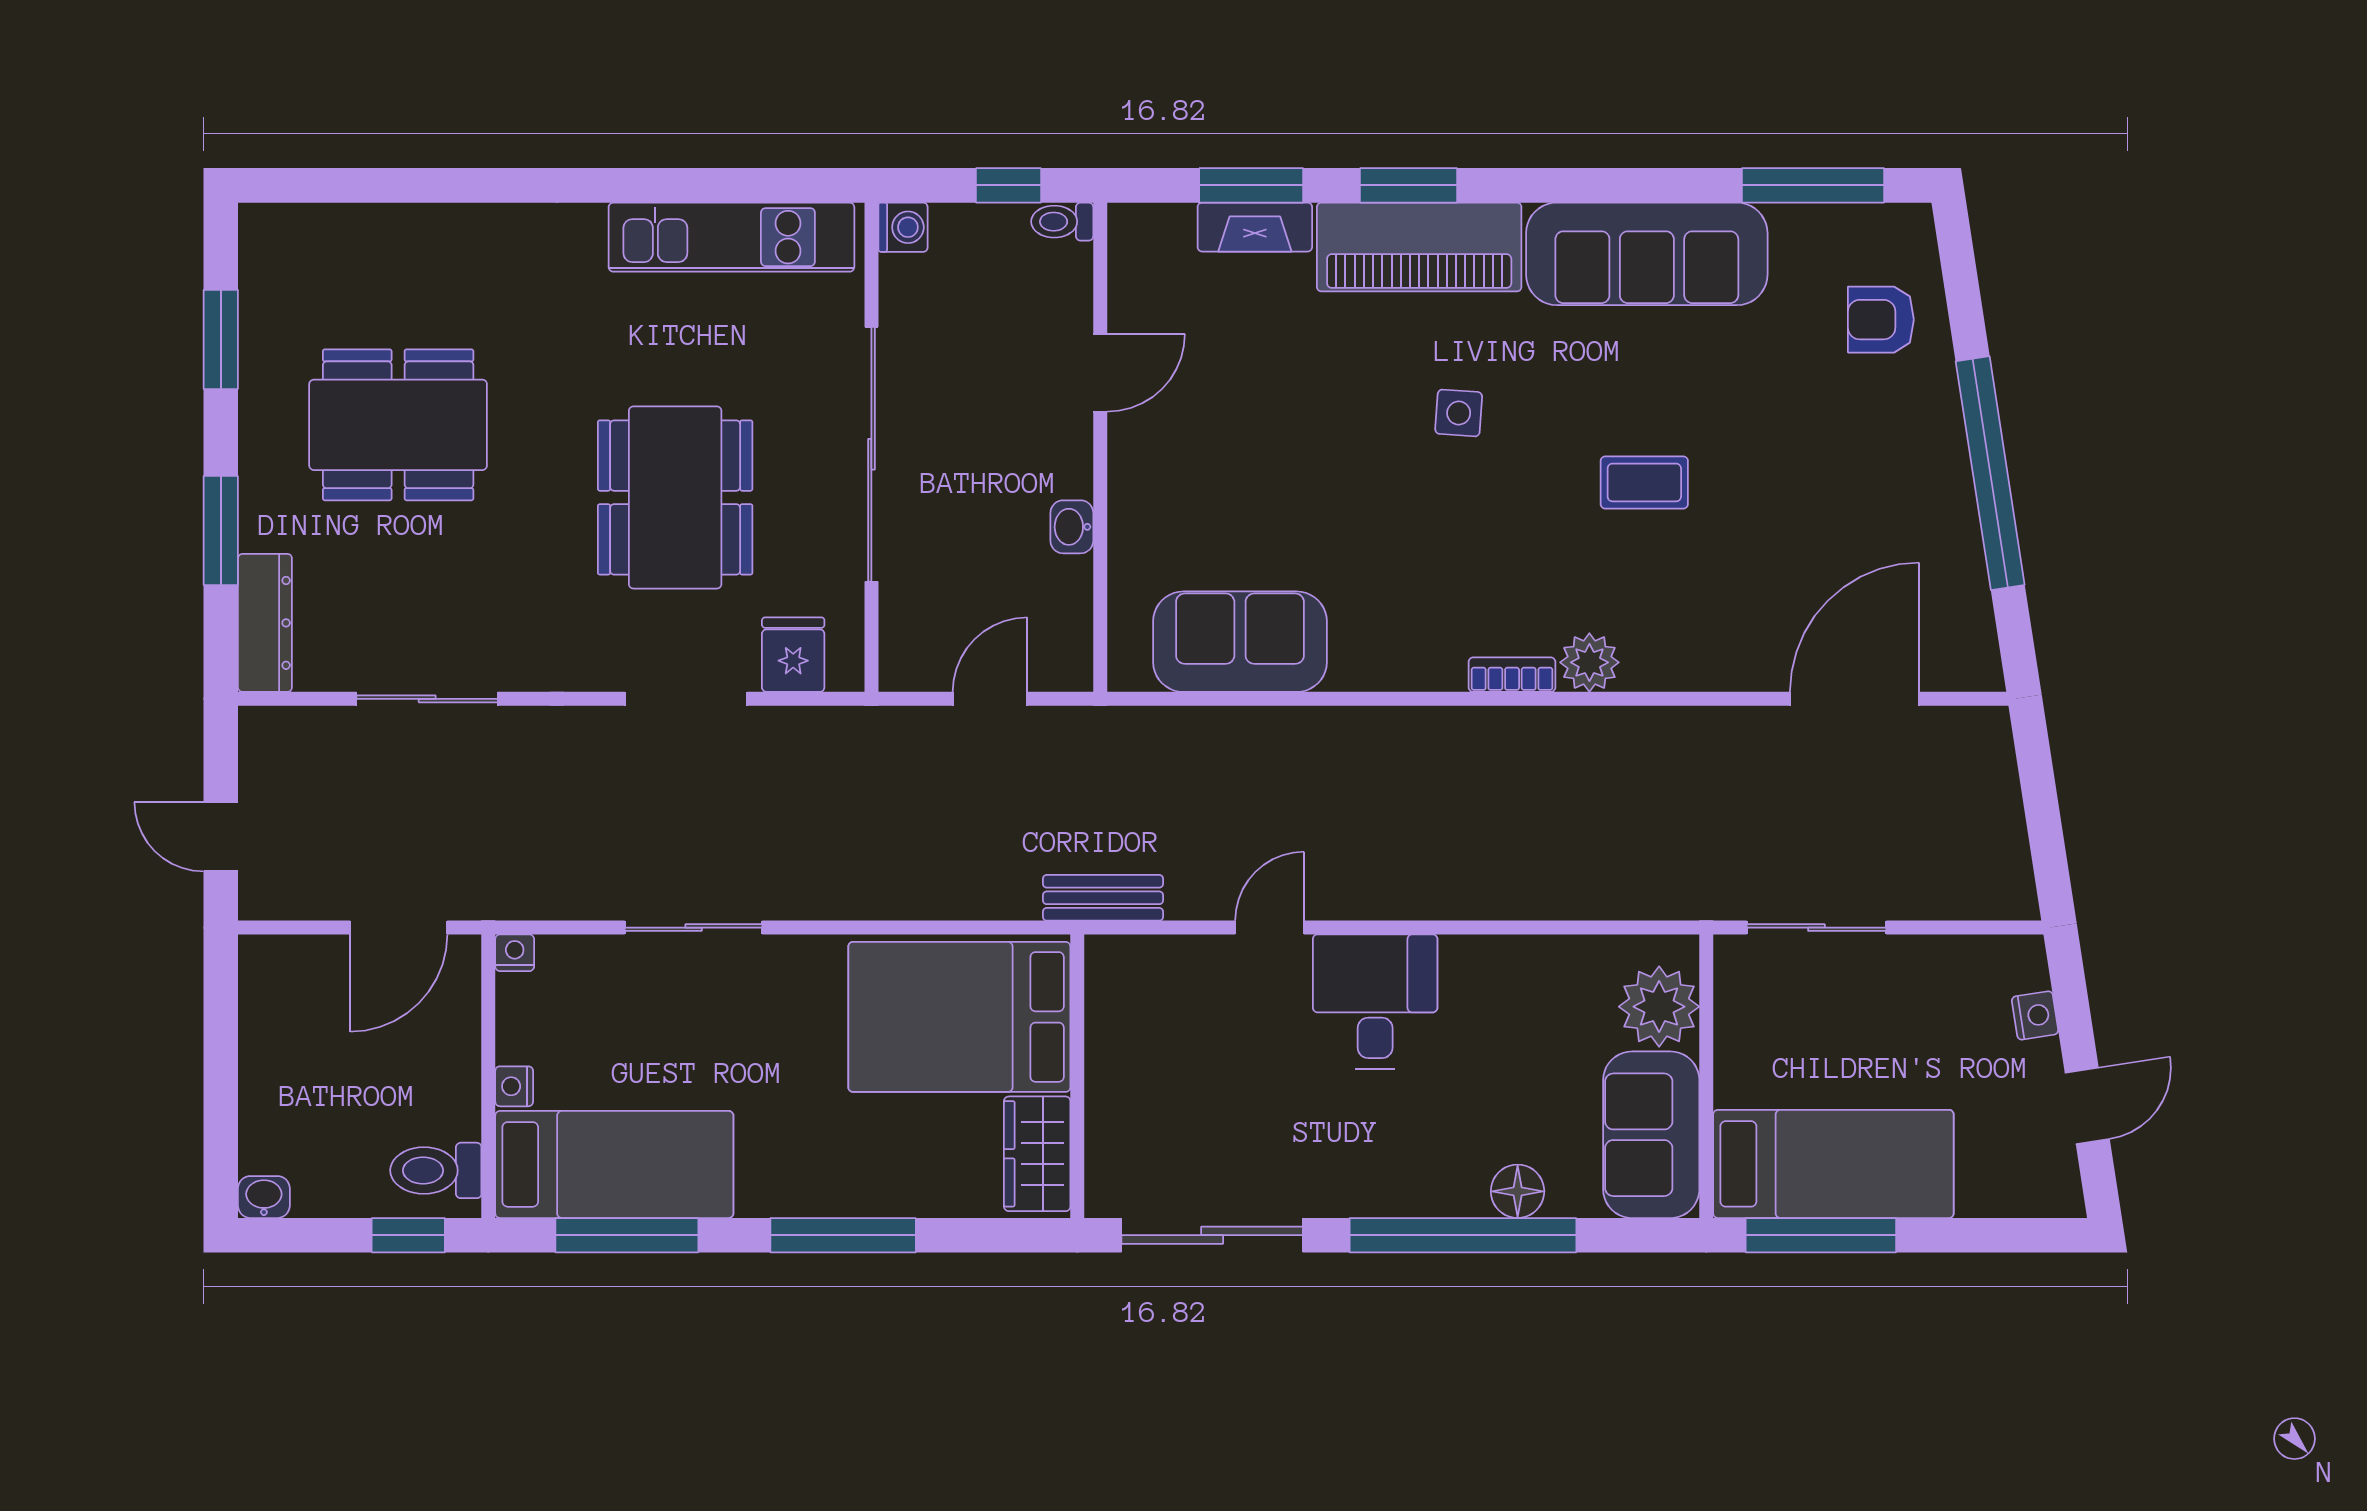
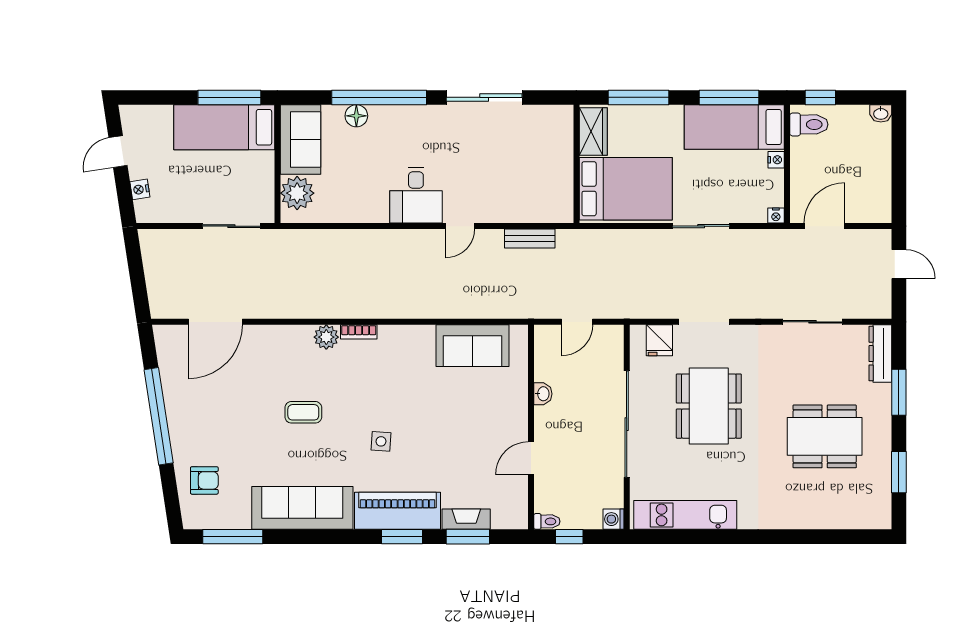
bed: (959, 1017) -> (626, 189), moved
wall: (1077, 1076) -> (576, 164), moved
wardrobe: (1037, 1154) -> (593, 131), moved

